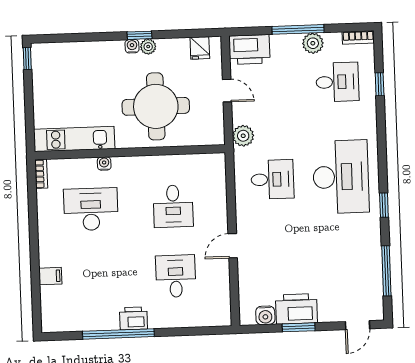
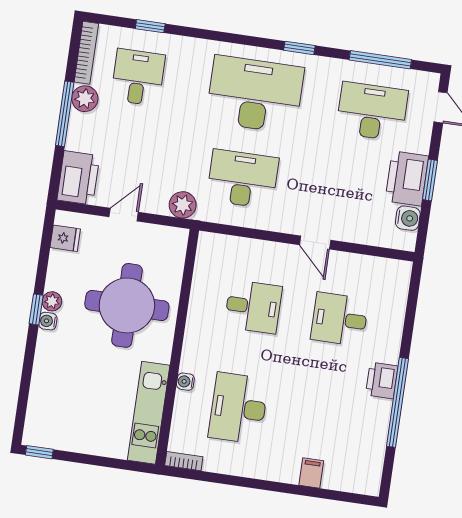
bookcase: (358, 37) -> (86, 53), width x1.56
desk: (272, 179) -> (243, 179), width x1.37
desk: (344, 272) -> (372, 112), added

